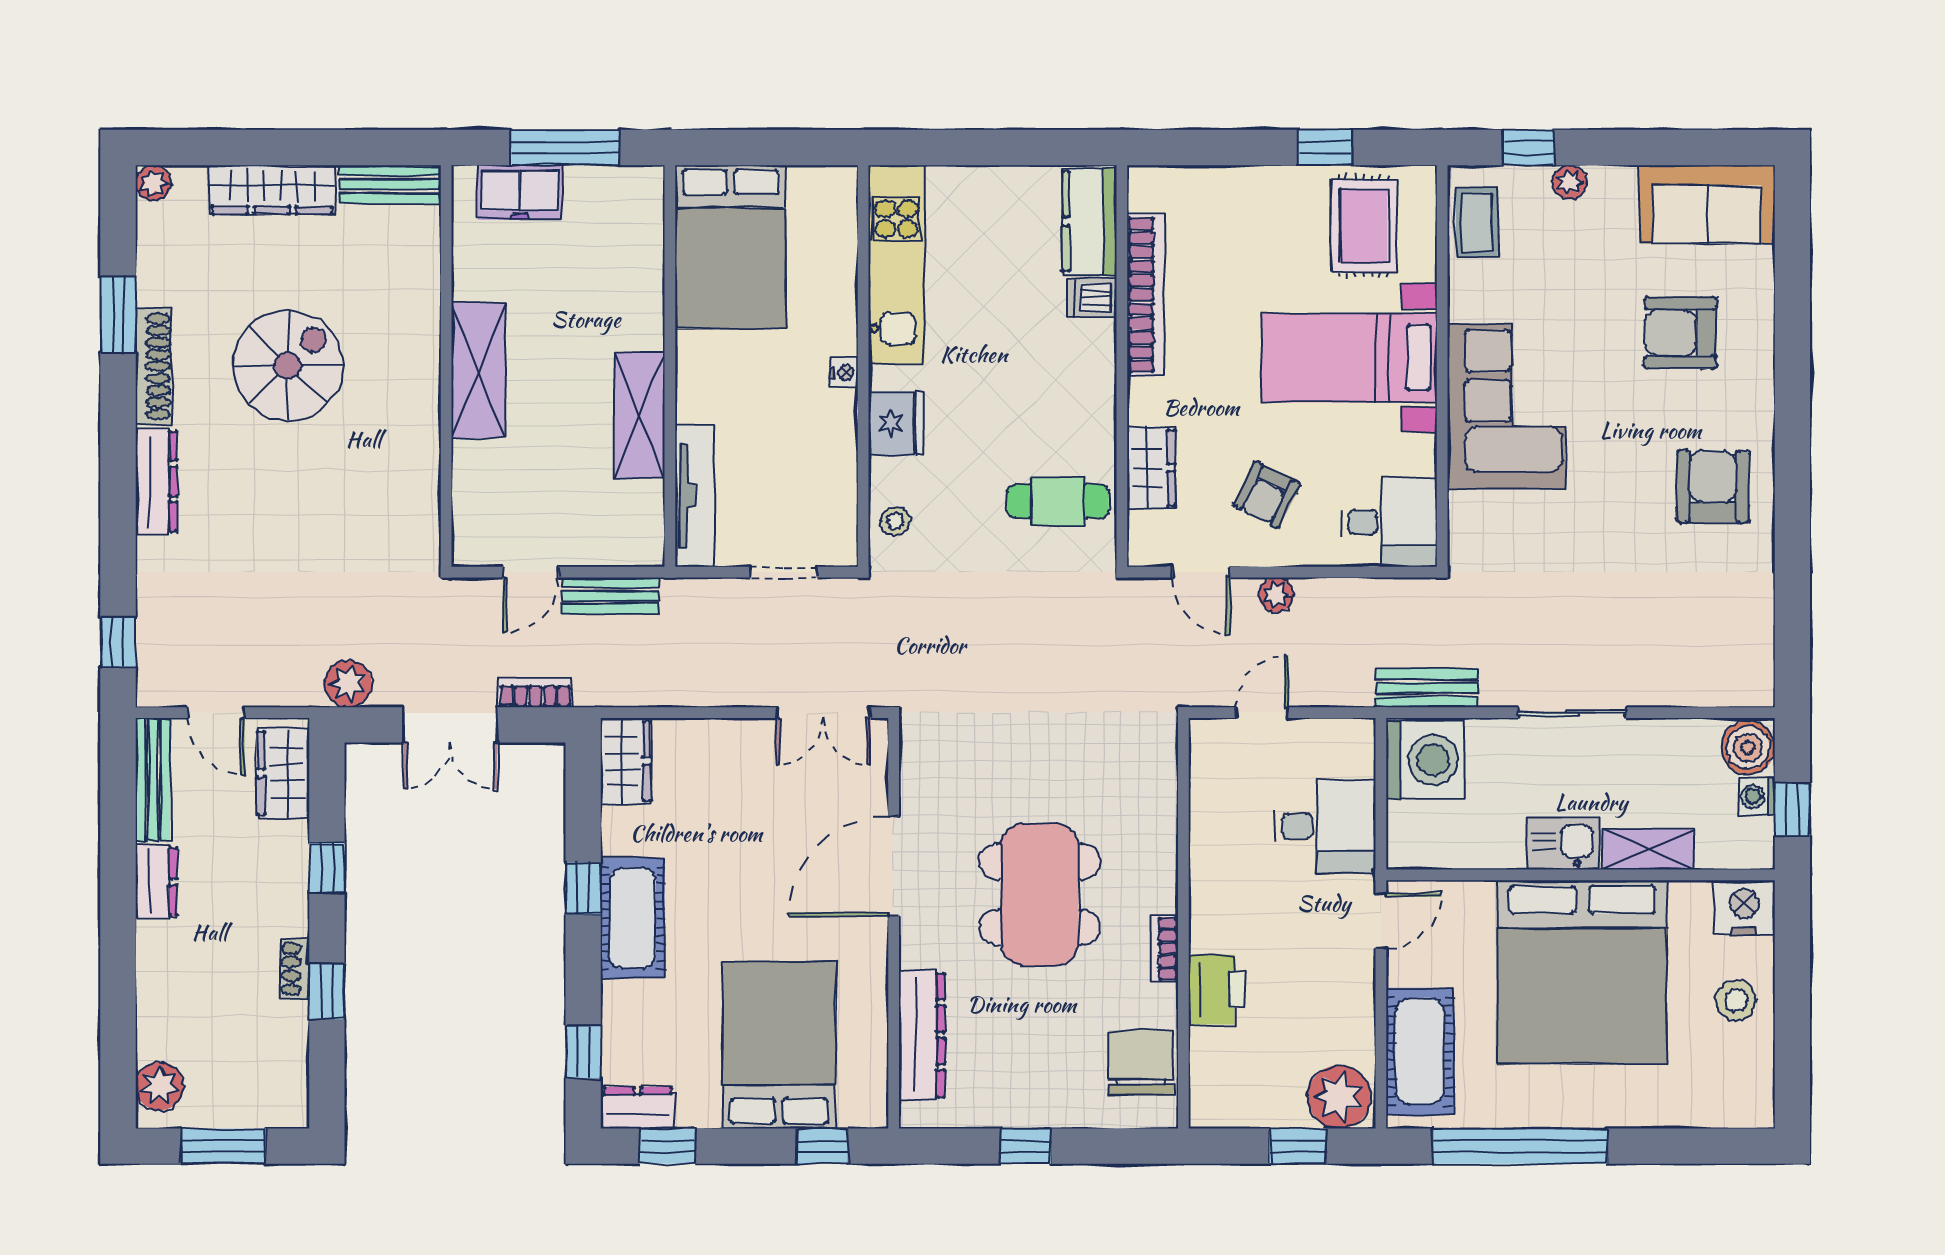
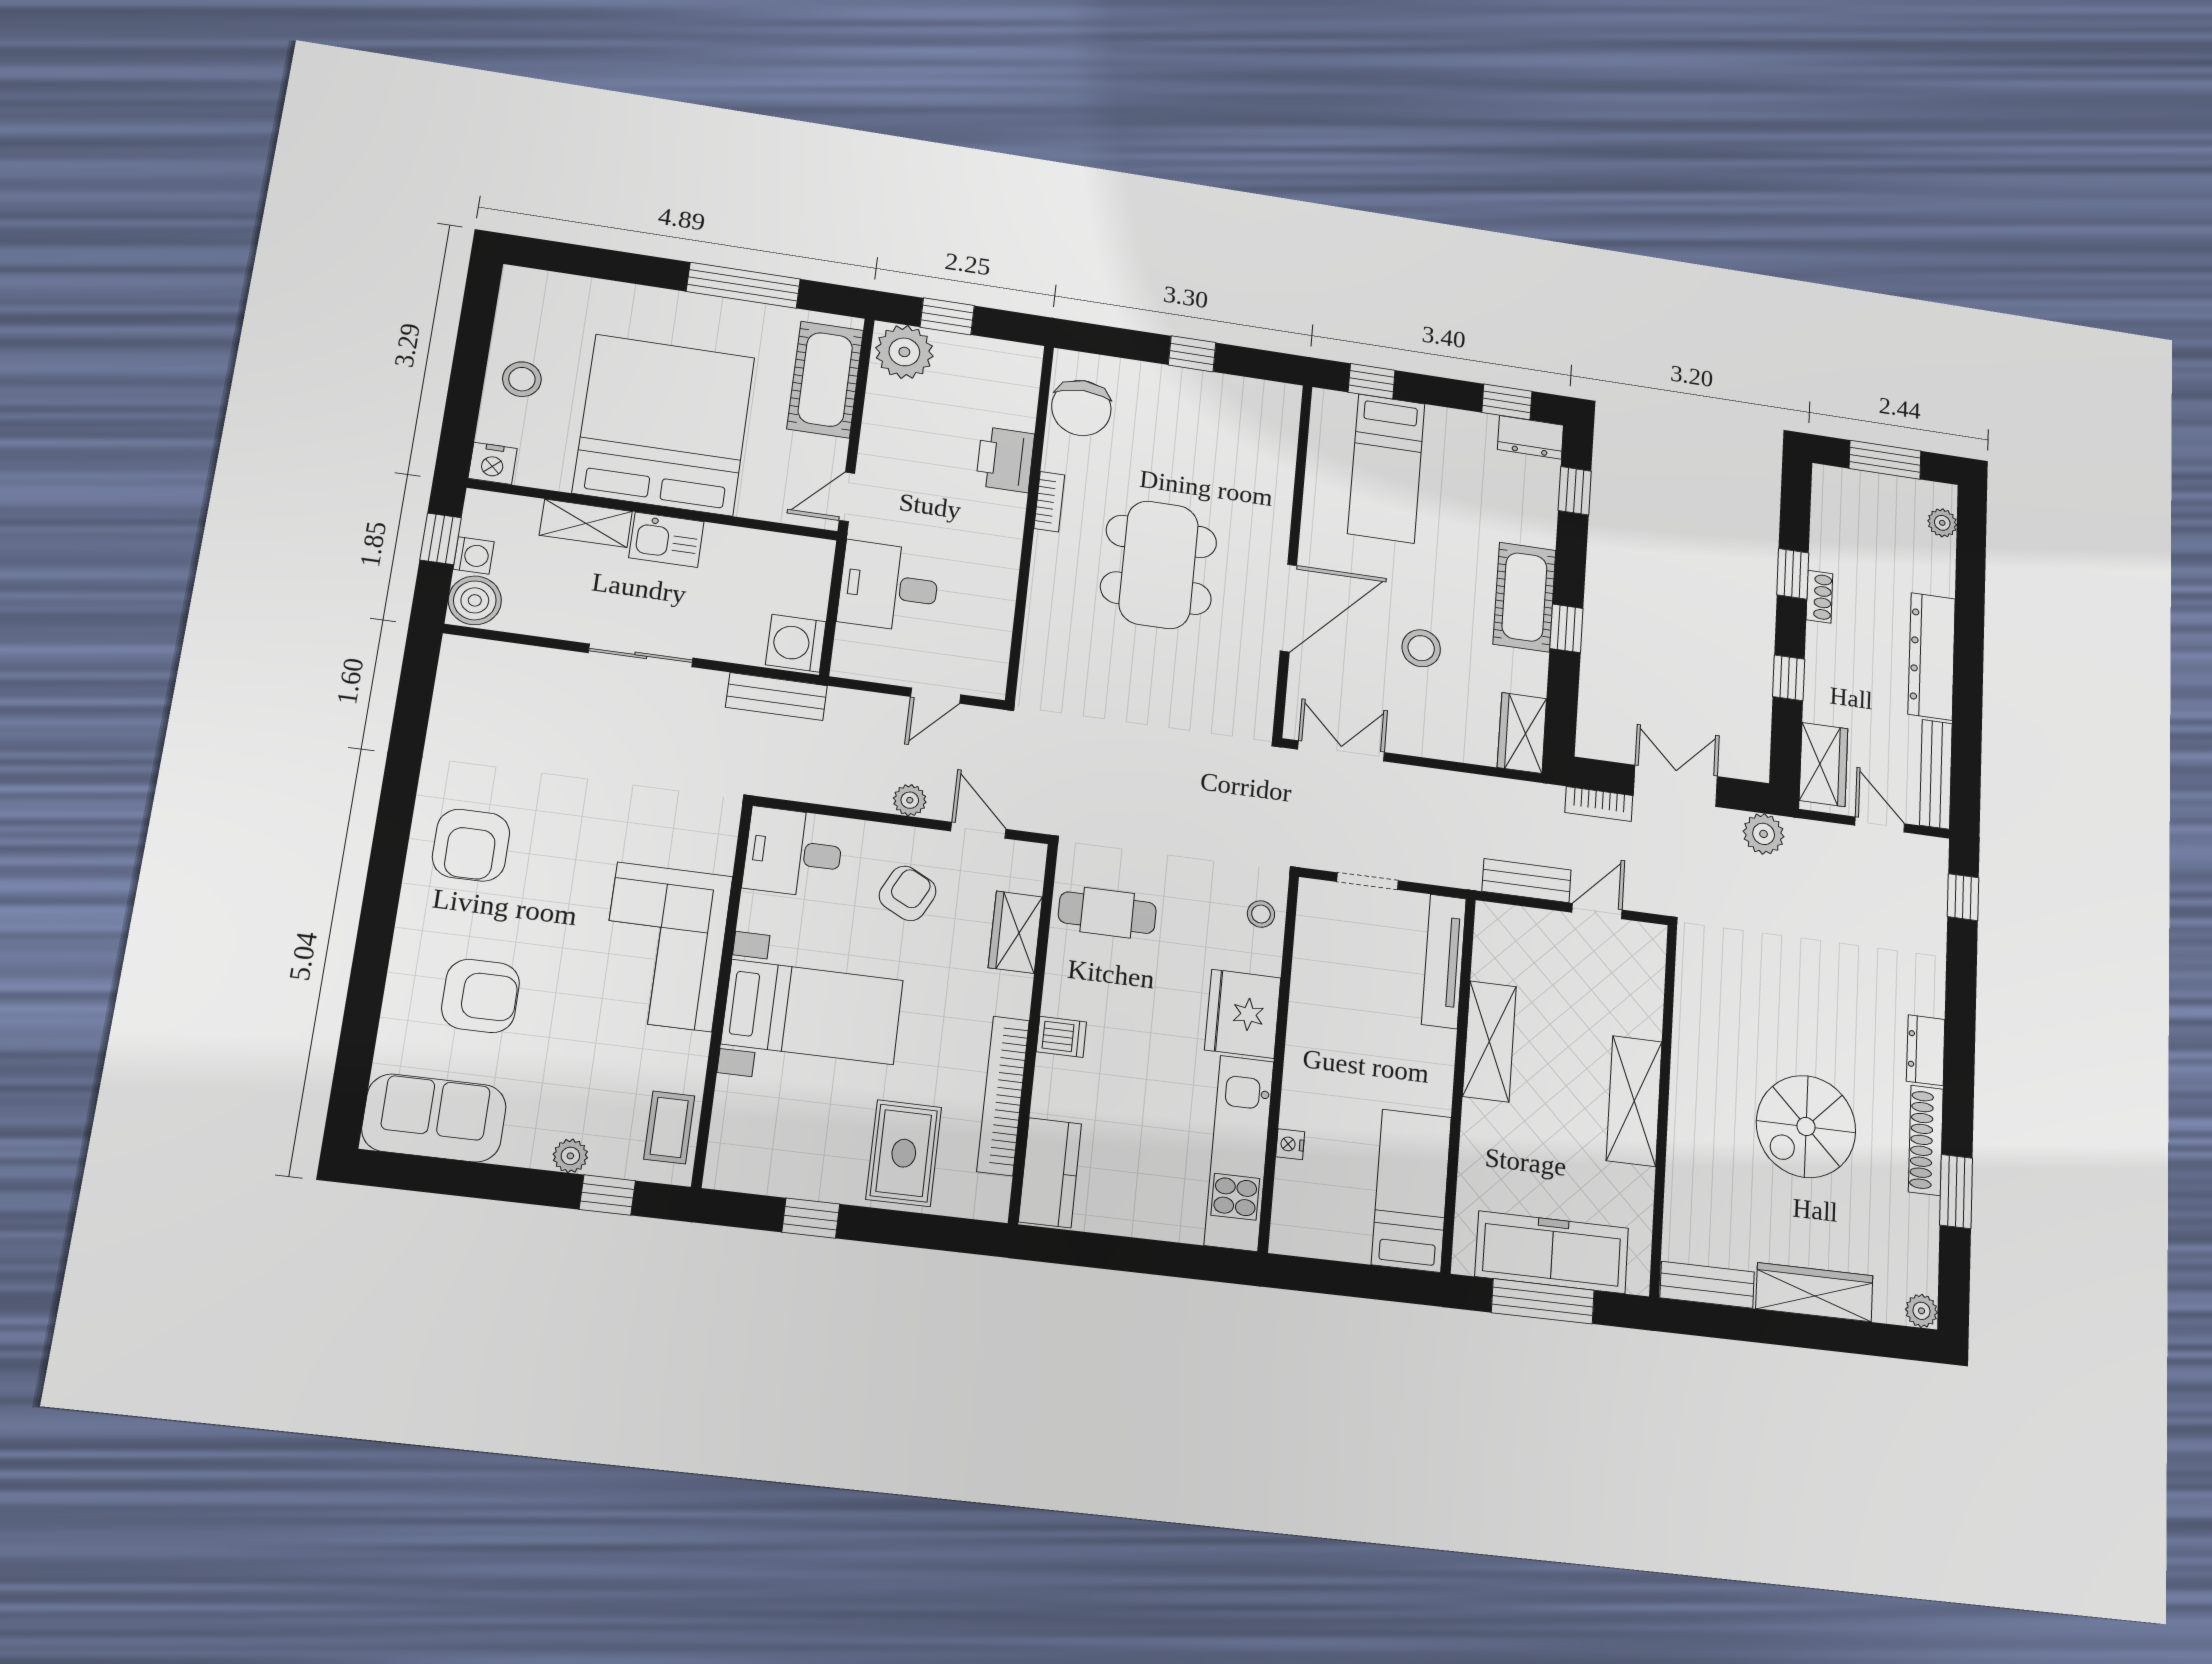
freezer: (520, 192) -> (1552, 1252), width x1.91, depth x1.26
rug: (1364, 226) -> (904, 1153), moved
bed: (731, 247) -> (1411, 1190), width x0.67
dishwasher: (1092, 298) -> (1061, 1037), moved
nightstand: (844, 373) -> (1290, 1144), moved
fridge: (896, 423) -> (1243, 1014), width x1.36, depth x1.34
dresser: (156, 481) -> (1926, 1050), width x0.70
washing machine: (1425, 760) -> (796, 643), width x0.73, depth x0.73
stool: (744, 842) -> (1421, 648), added
dresser: (156, 882) -> (1932, 656), width x1.96, depth x1.24
nightstand: (1744, 908) -> (493, 463), width x0.74, depth x0.75
dresser: (922, 1035) -> (1276, 461), removed
bed: (779, 1045) -> (1386, 468), width x0.67
plant: (160, 1086) -> (1942, 523), width x0.73, depth x0.73
window: (1520, 1146) -> (743, 285), width x0.68

